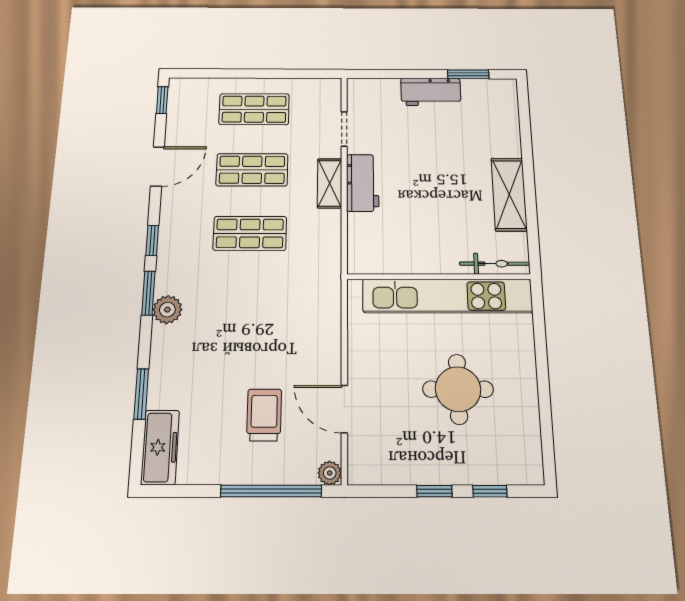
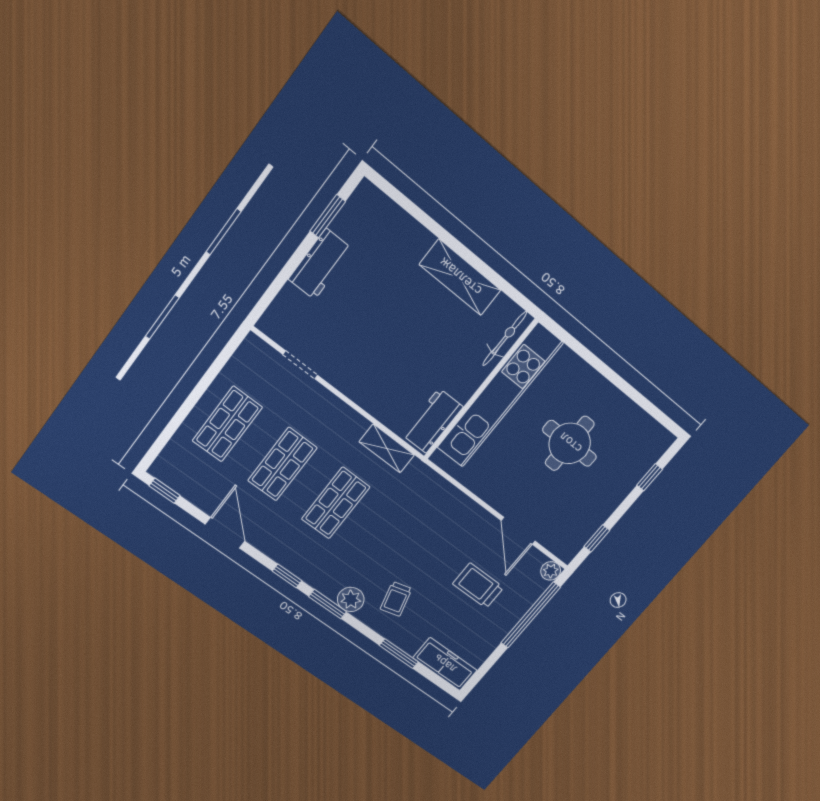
shelving: (330, 183) -> (387, 448), moved
workbench: (363, 183) -> (433, 421), moved, turned -90
trolley: (196, 349) -> (396, 599), added
door: (344, 409) -> (518, 531), hinge flipped
window: (434, 491) -> (597, 538), moved

